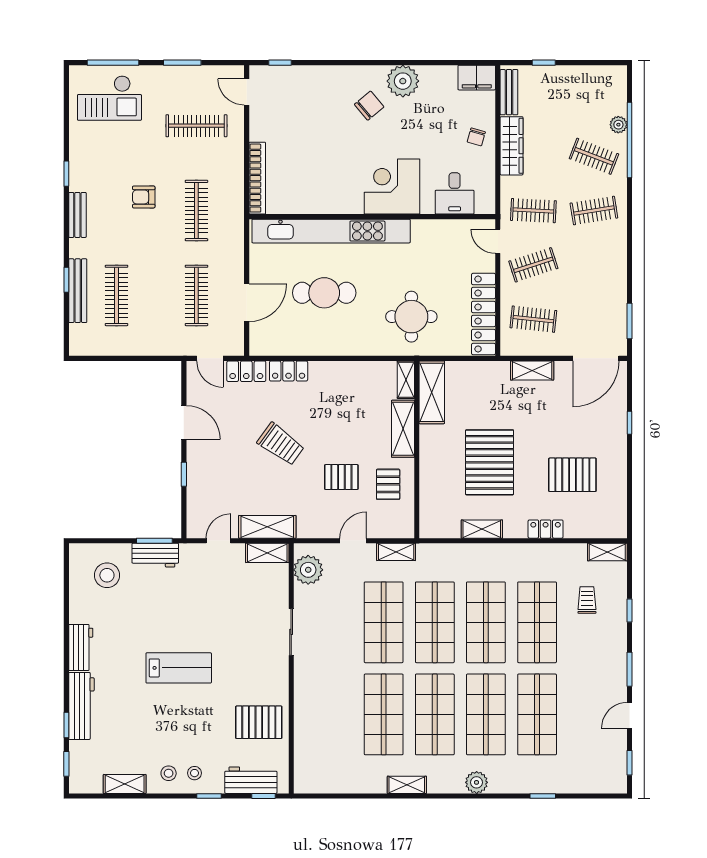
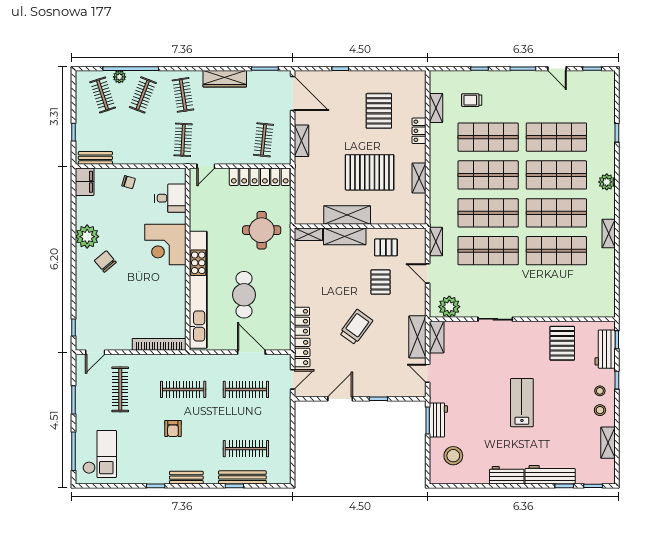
wardrobe: (512, 146) -> (225, 79), moved, turned 180
clothes rail: (533, 265) -> (103, 95), moved
shelving: (432, 392) -> (347, 215), moved
shelving: (607, 552) -> (436, 108), moved

